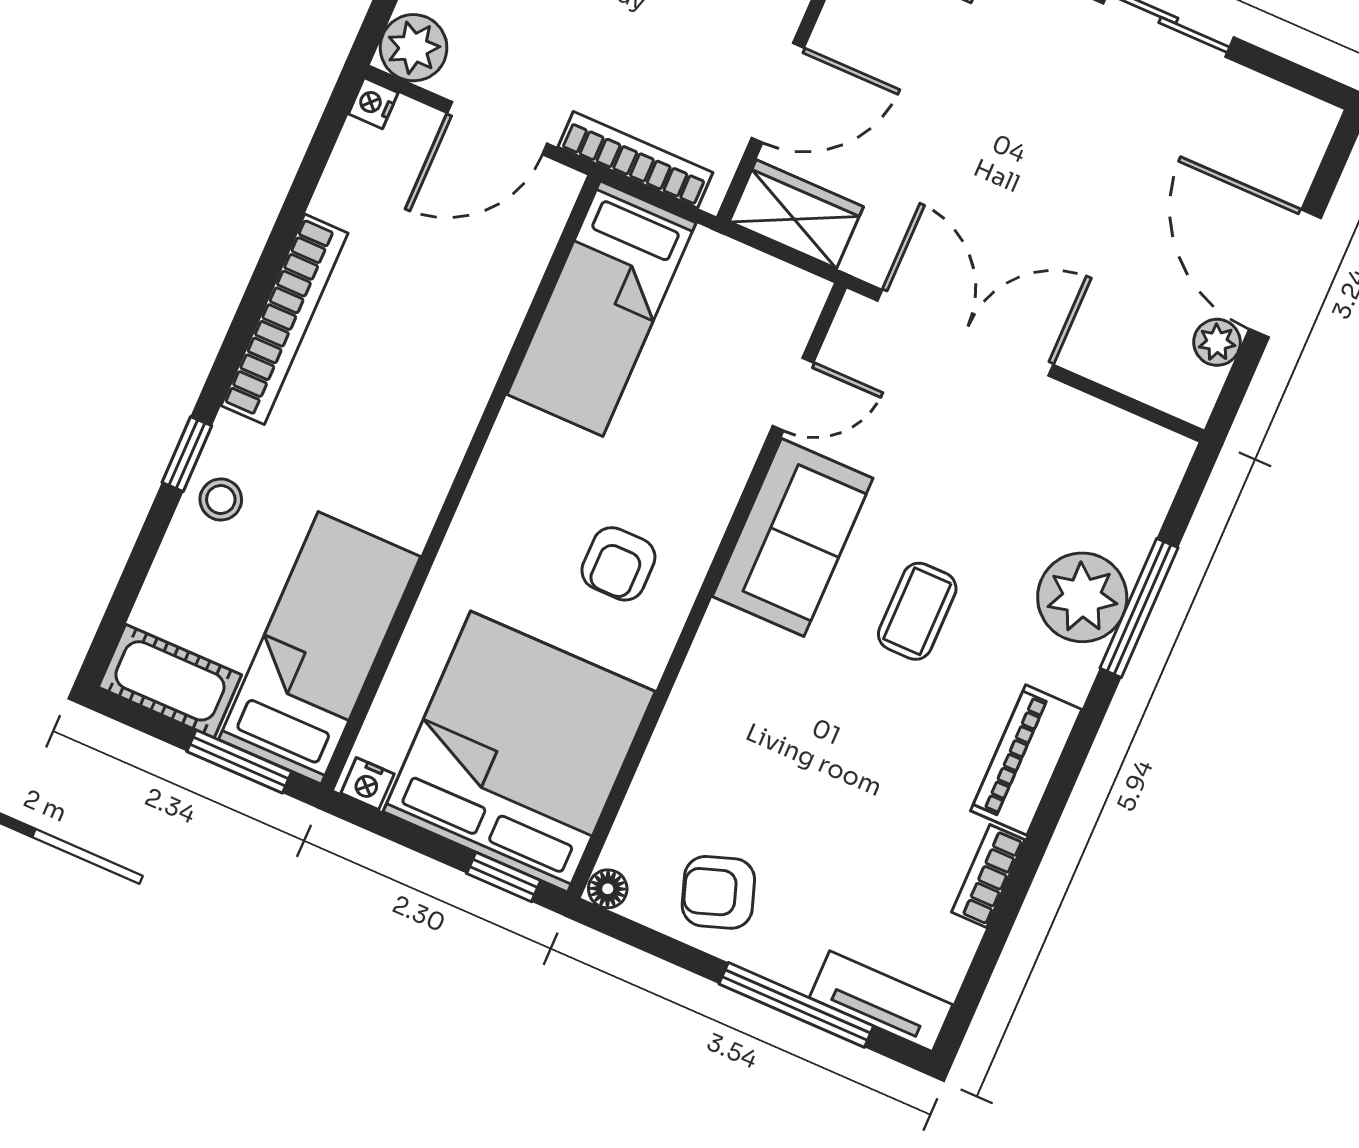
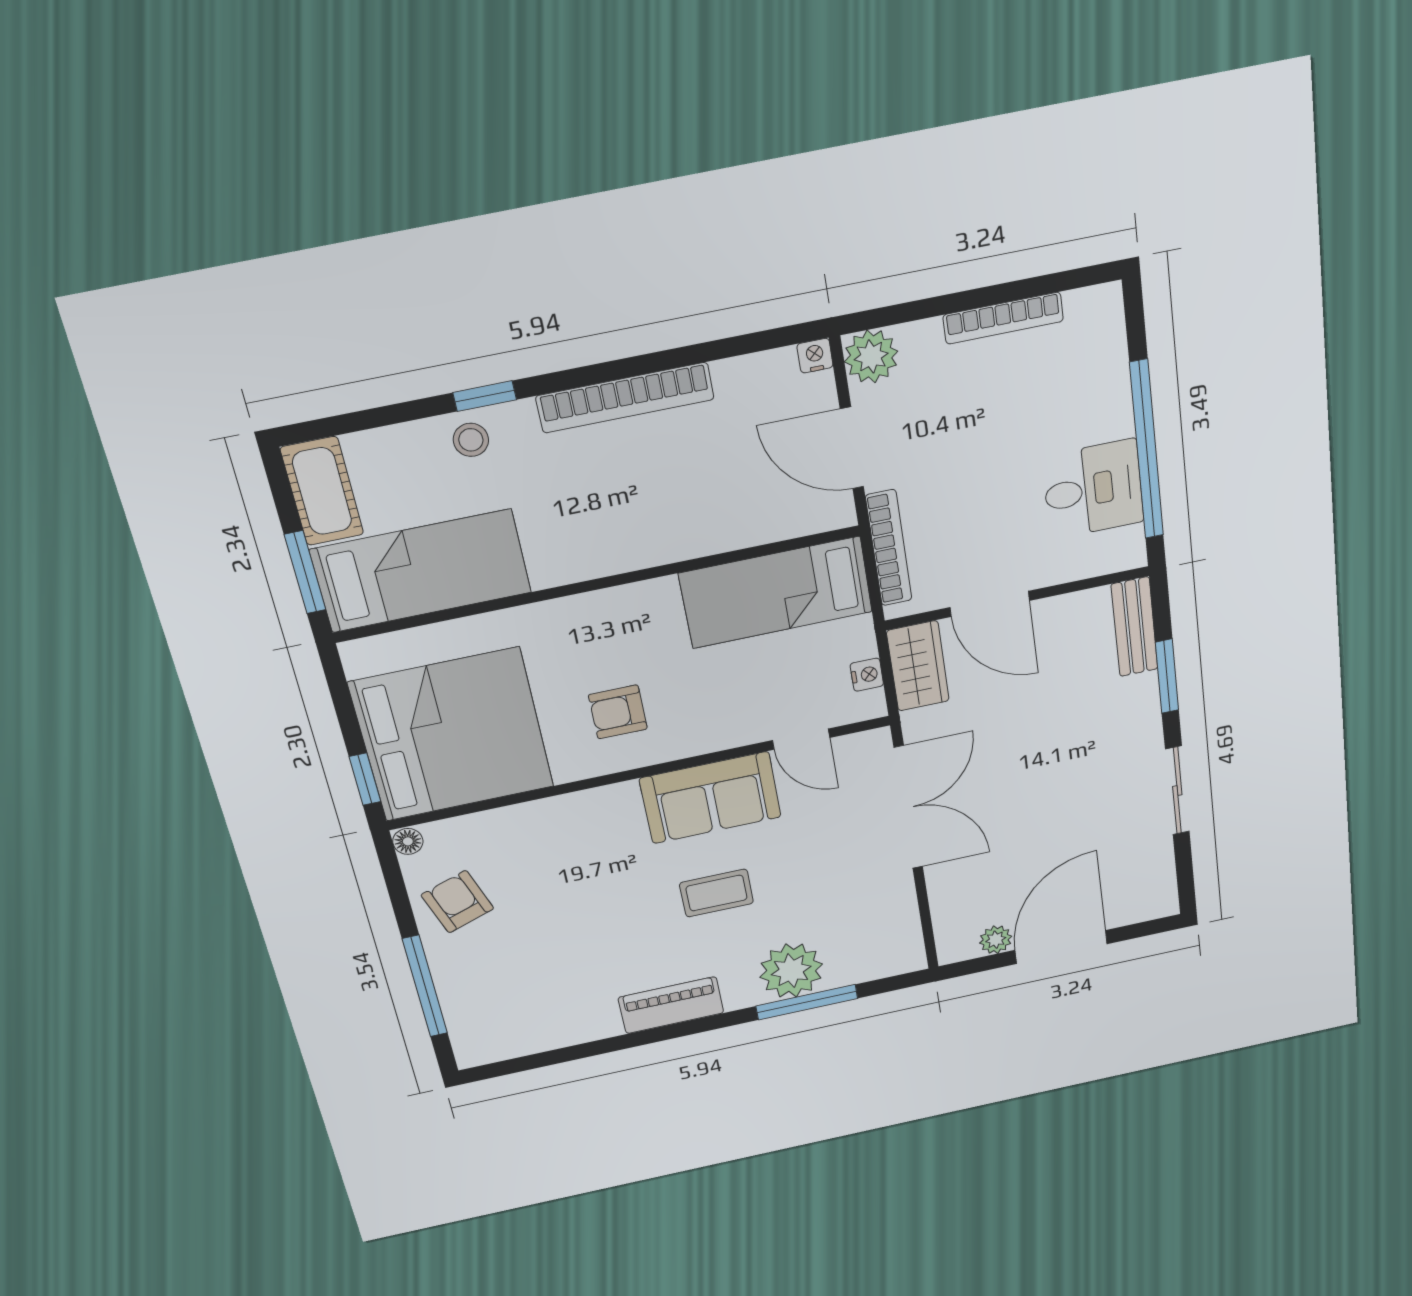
nightstand: (368, 784) -> (867, 675), moved, turned 180
bookcase: (988, 876) -> (586, 1031), removed
tv unit: (881, 1001) -> (465, 1027), removed

